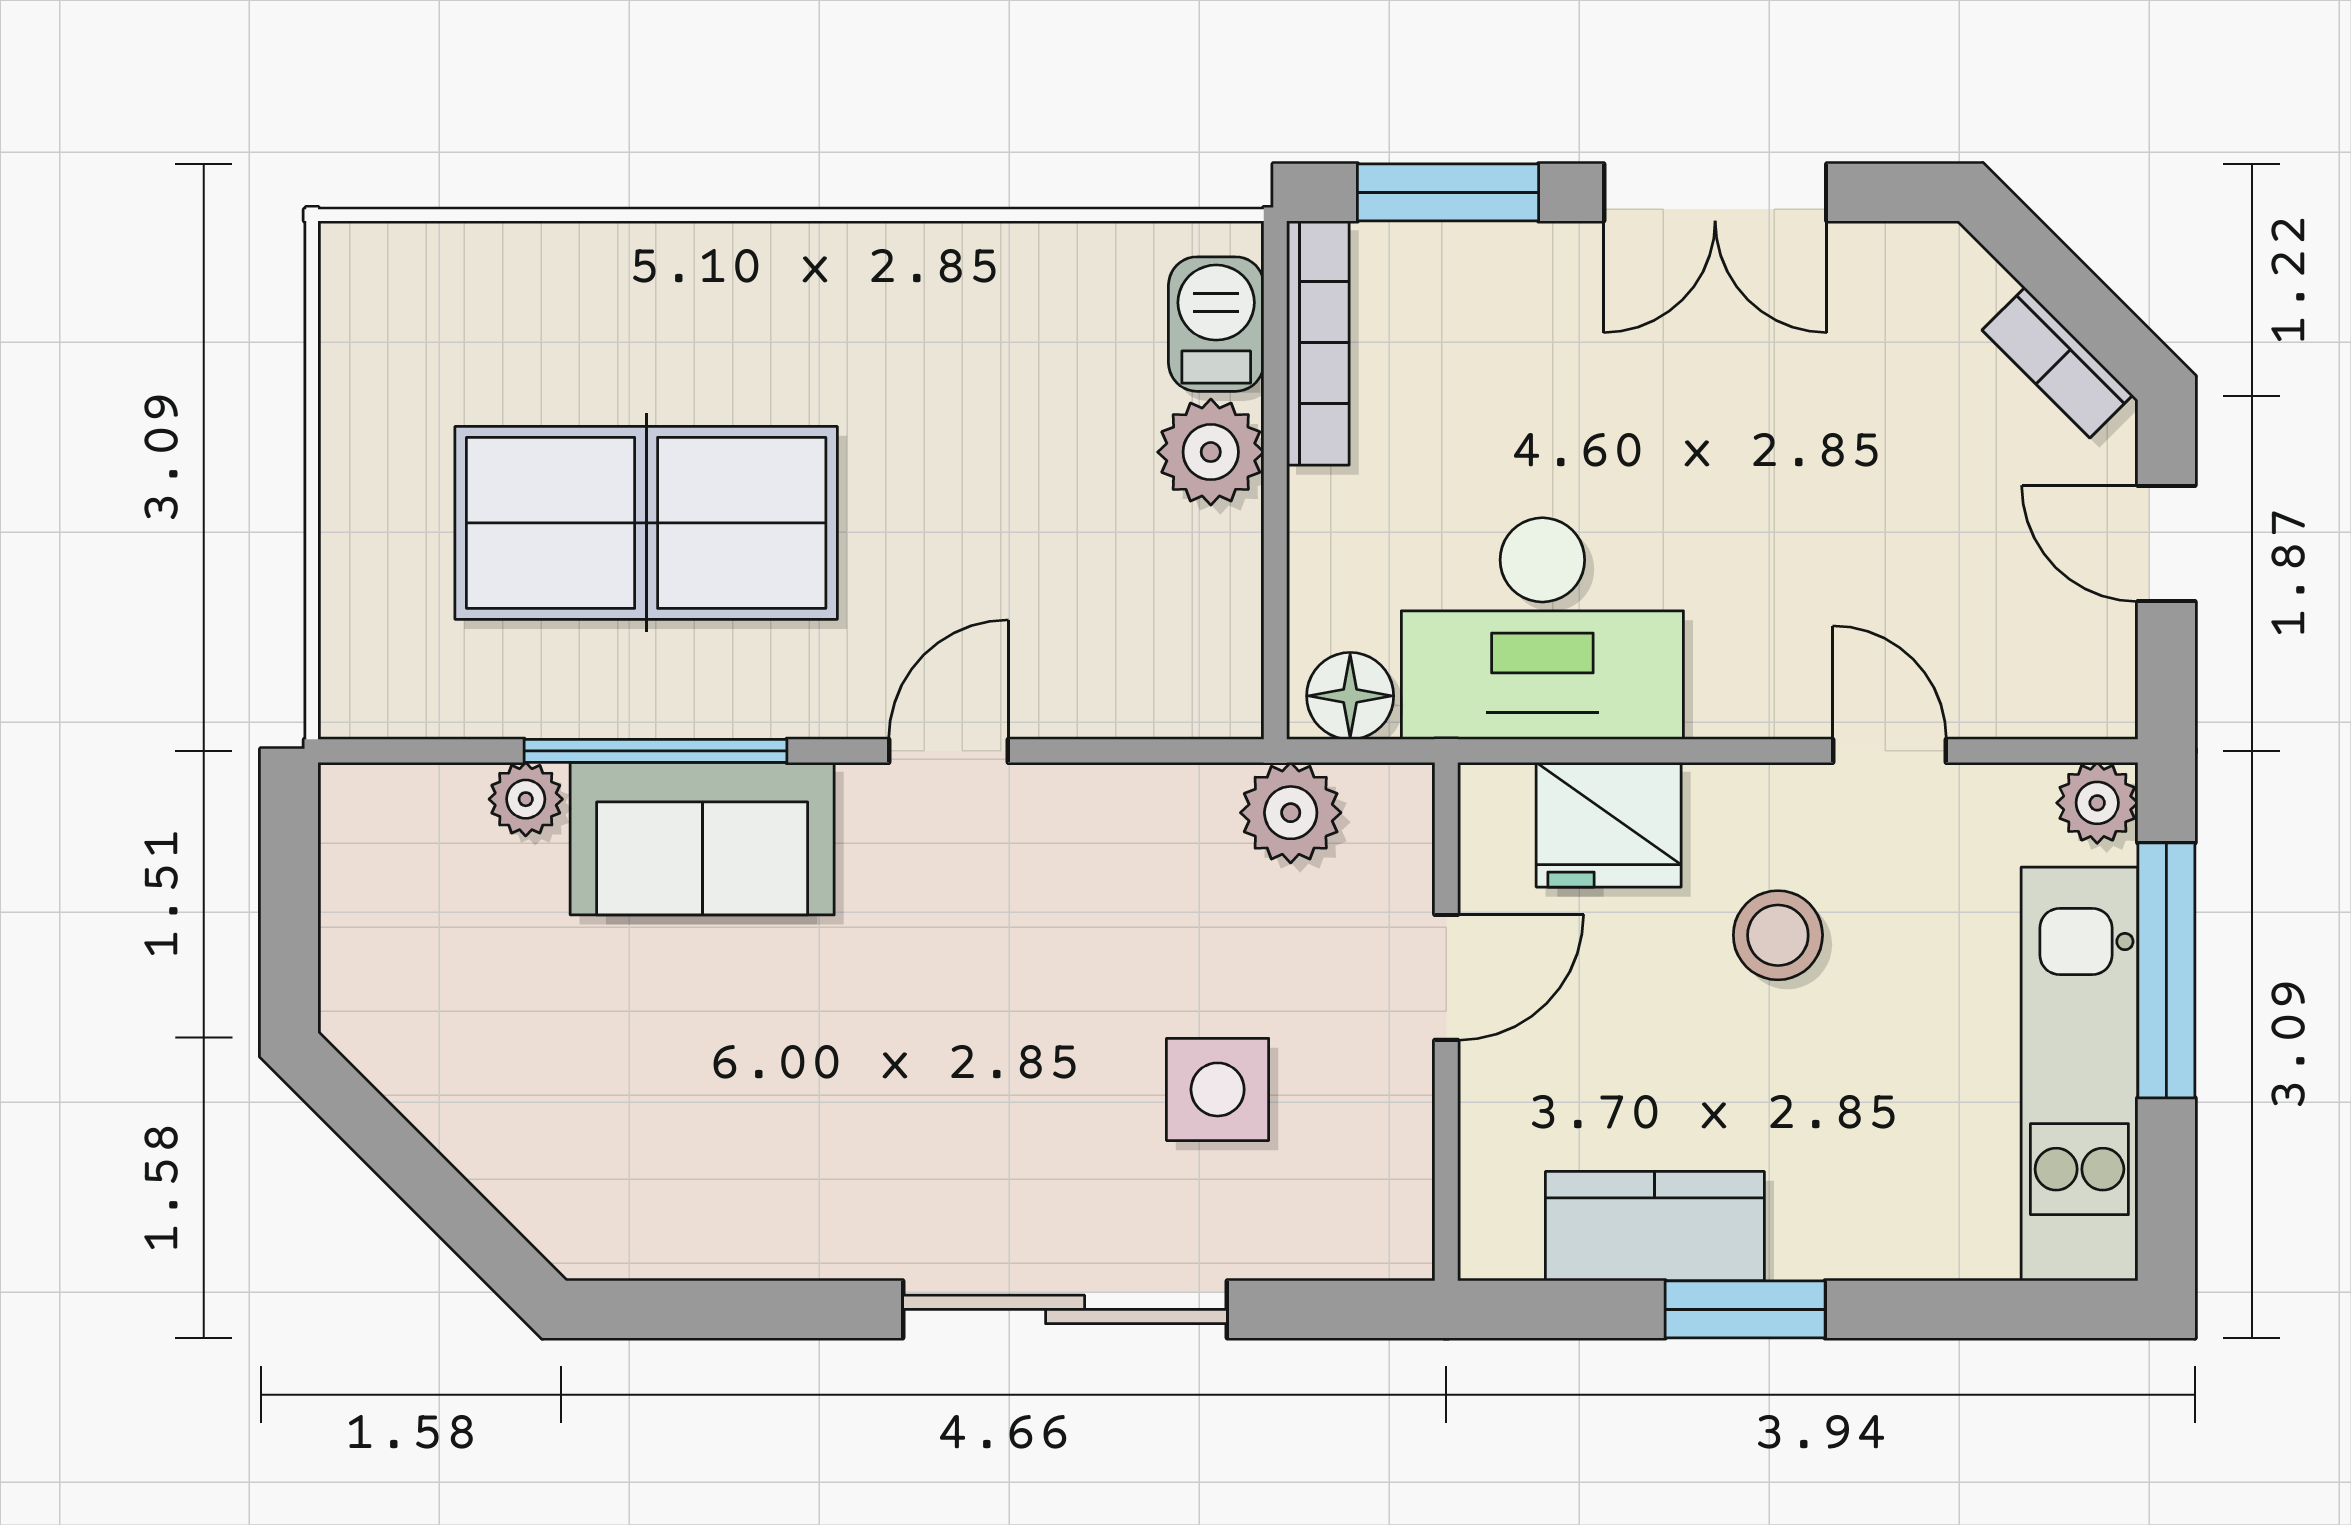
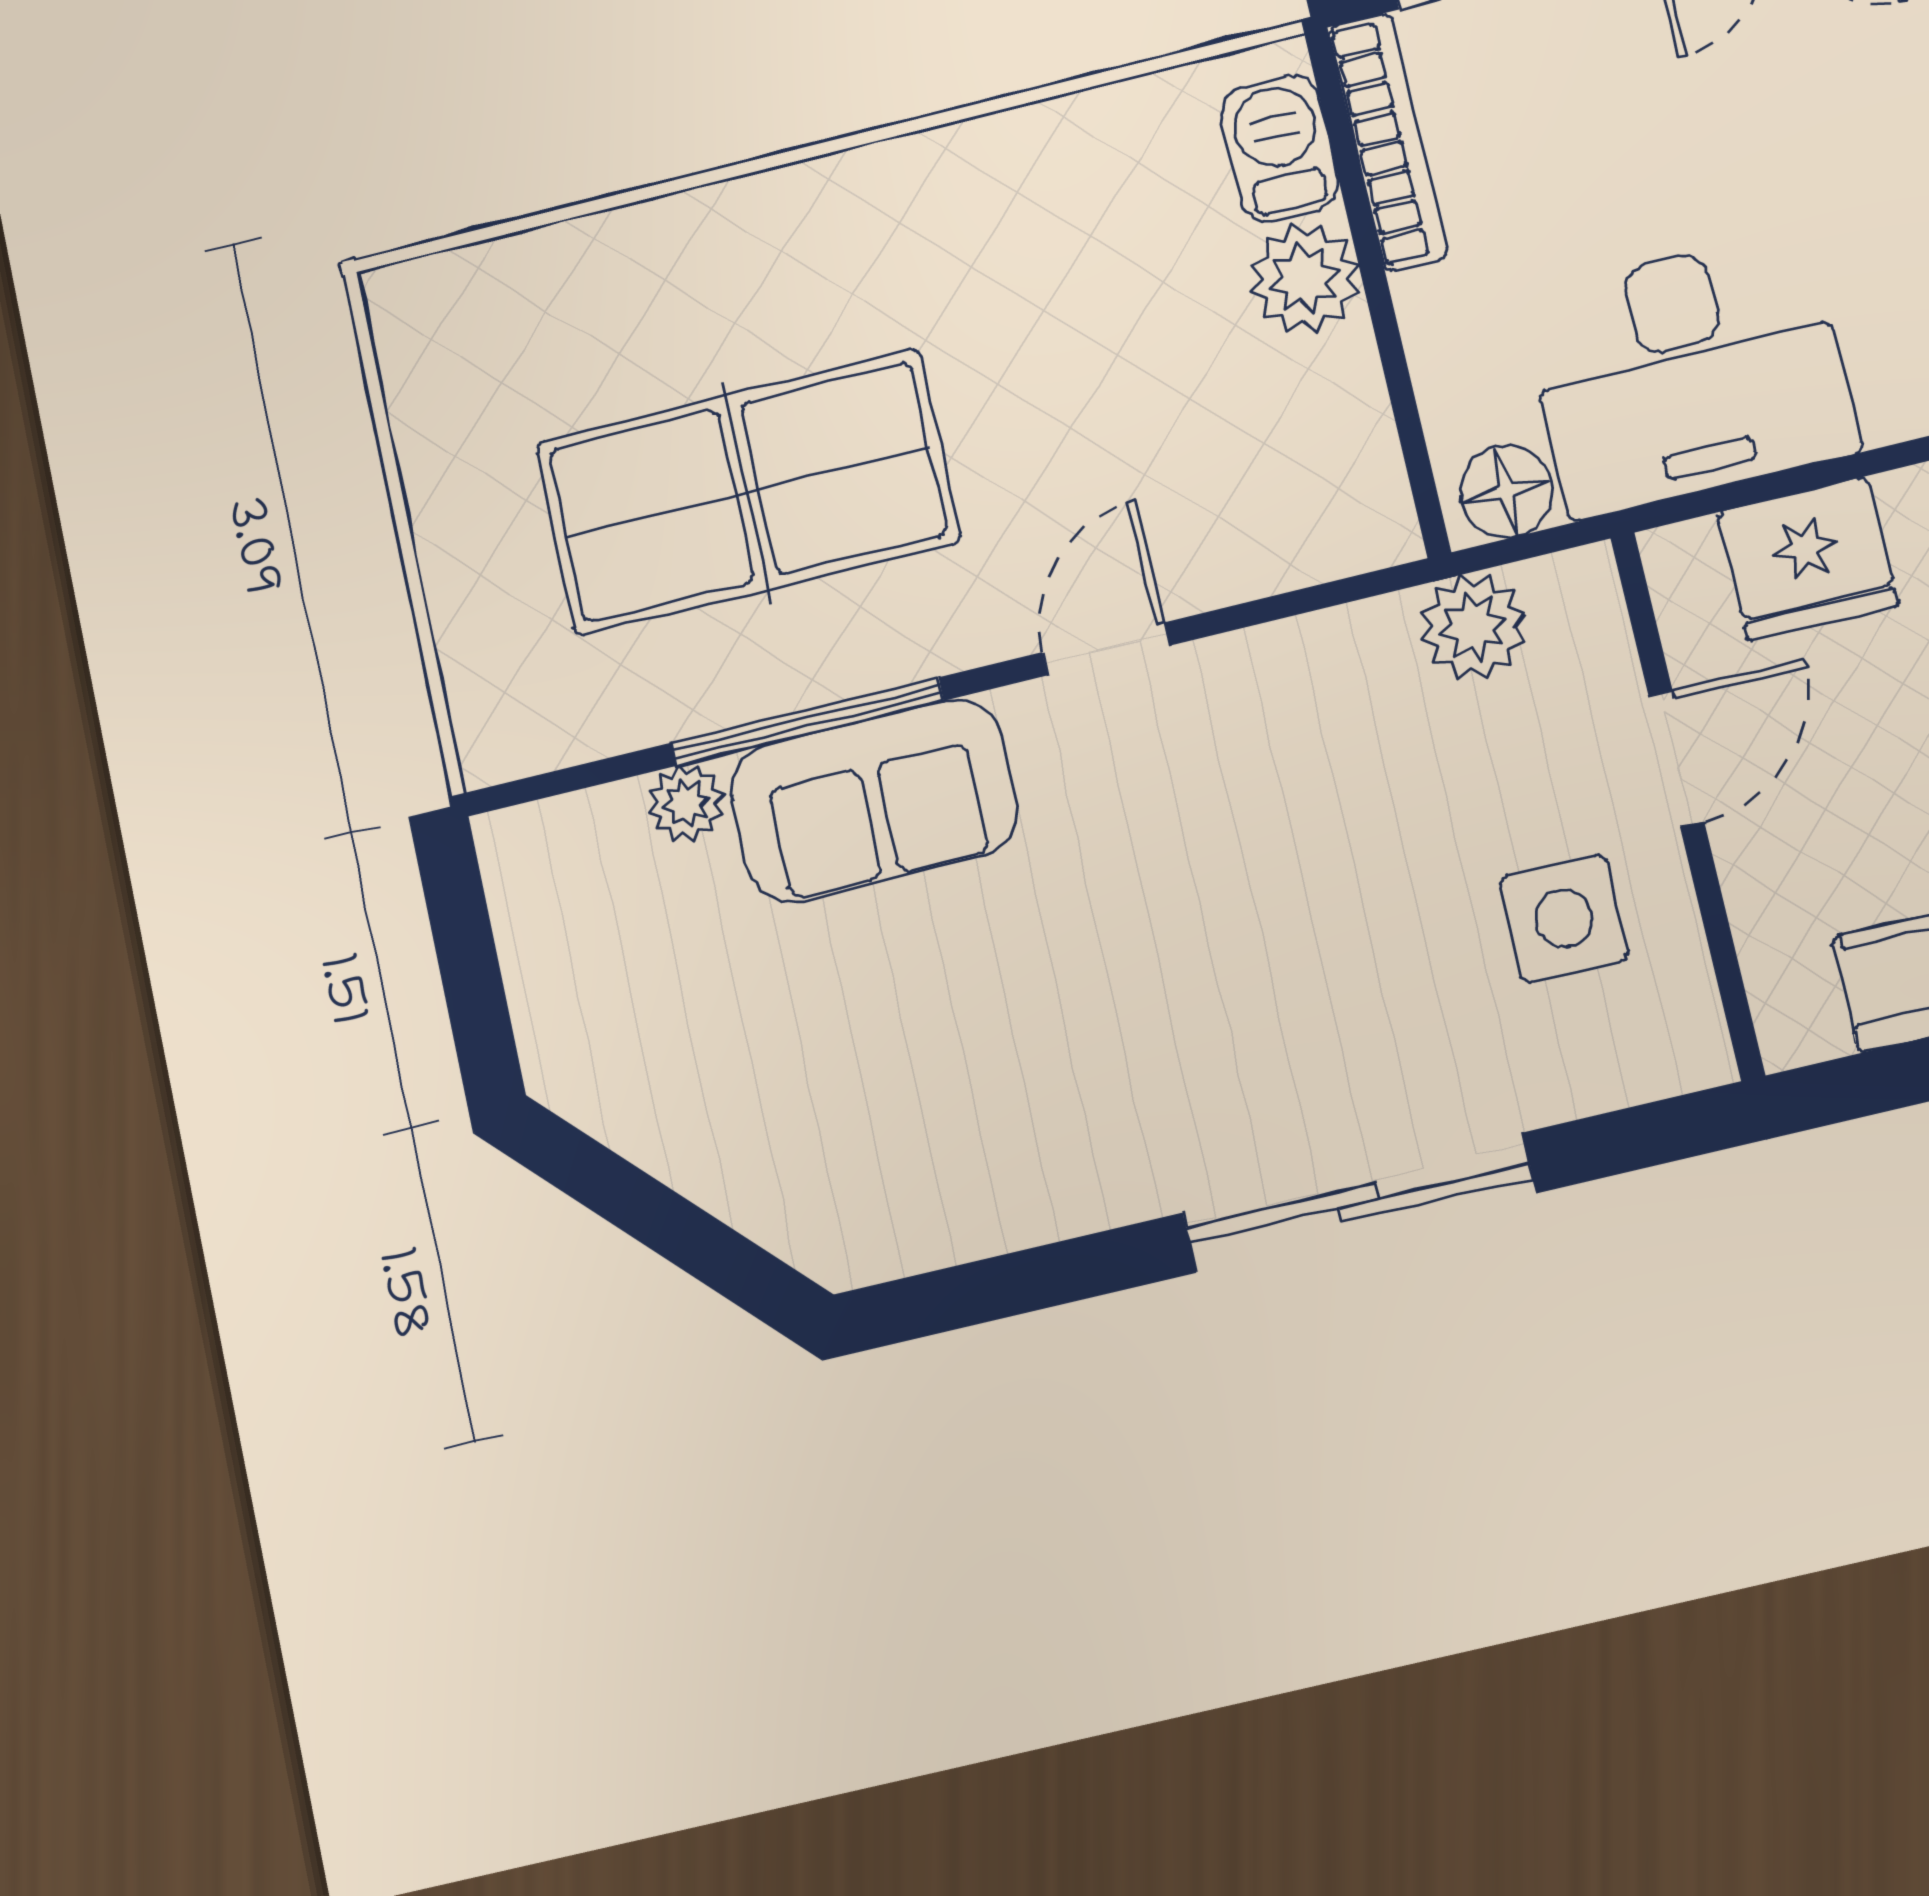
side table: (1218, 1089) -> (1564, 919), moved

